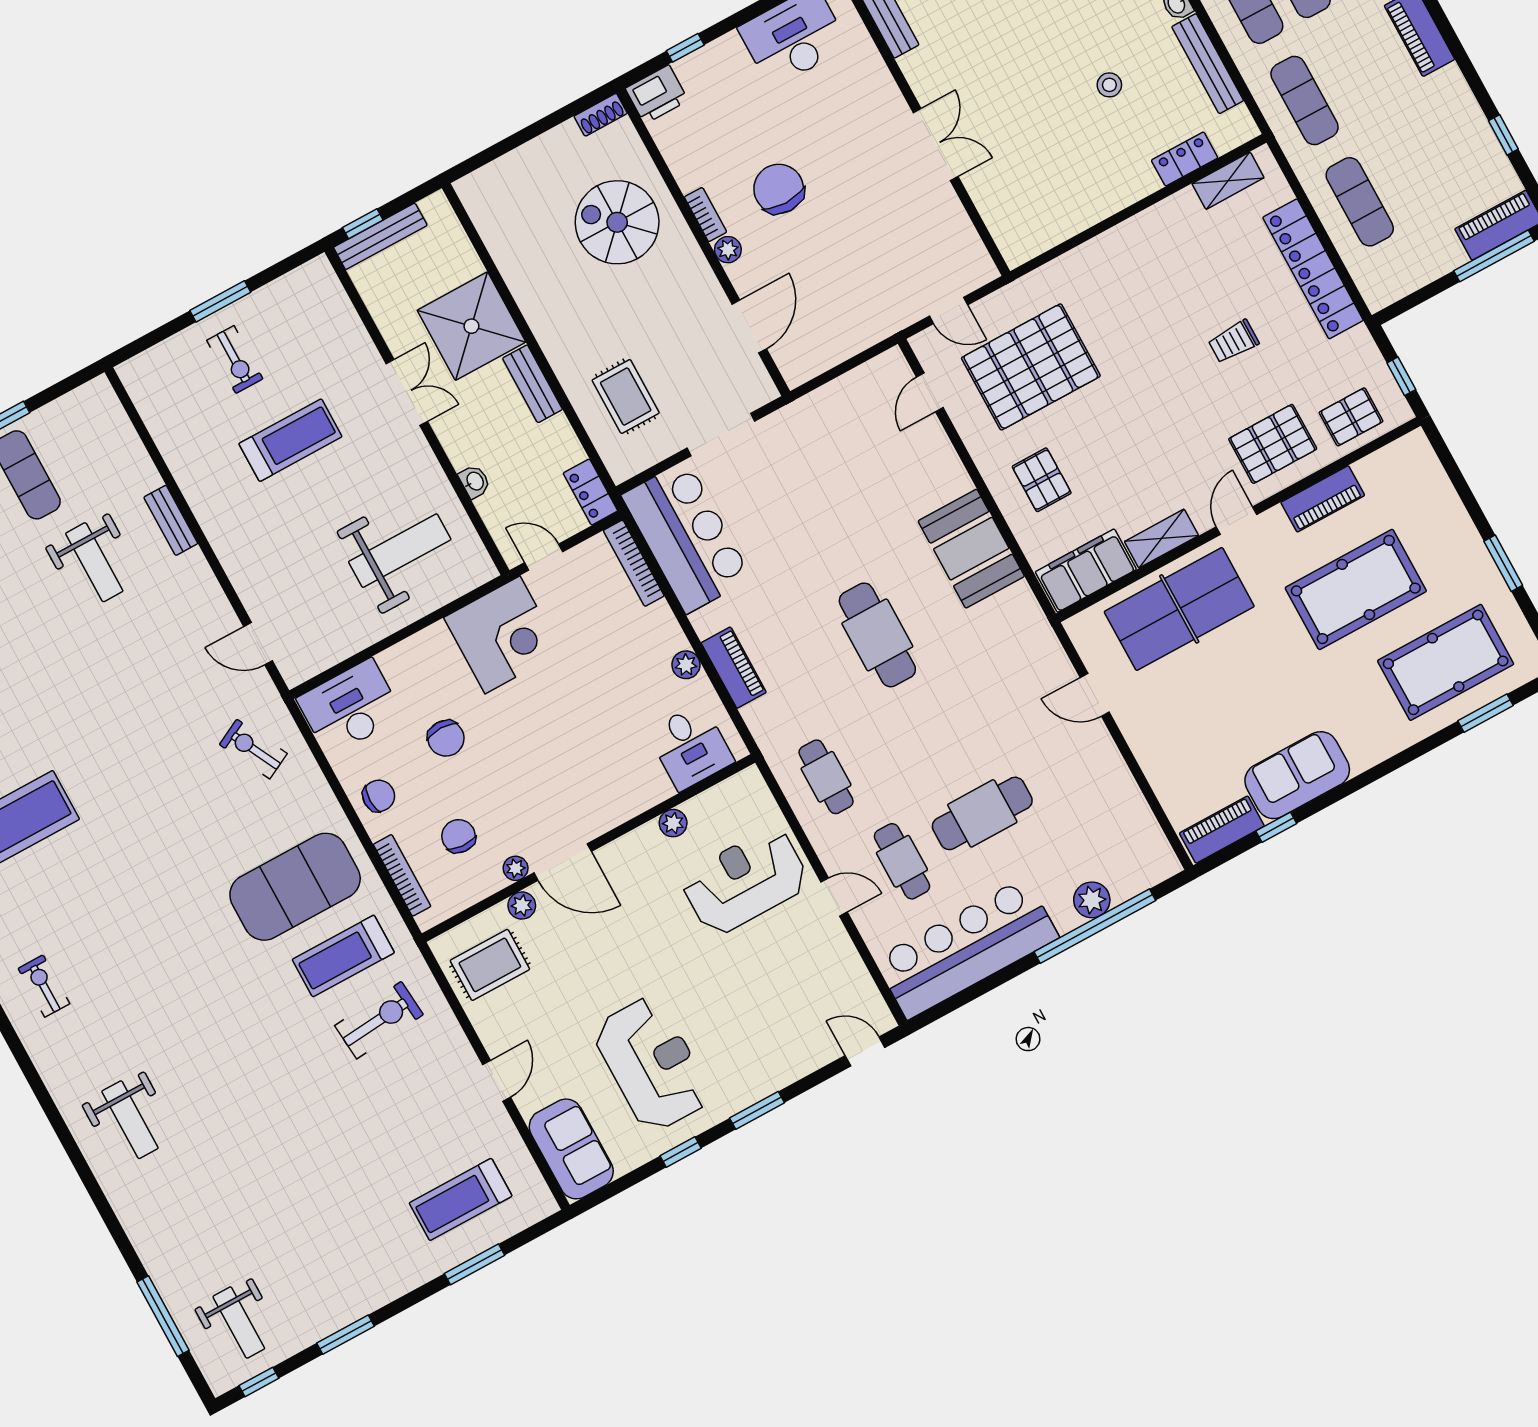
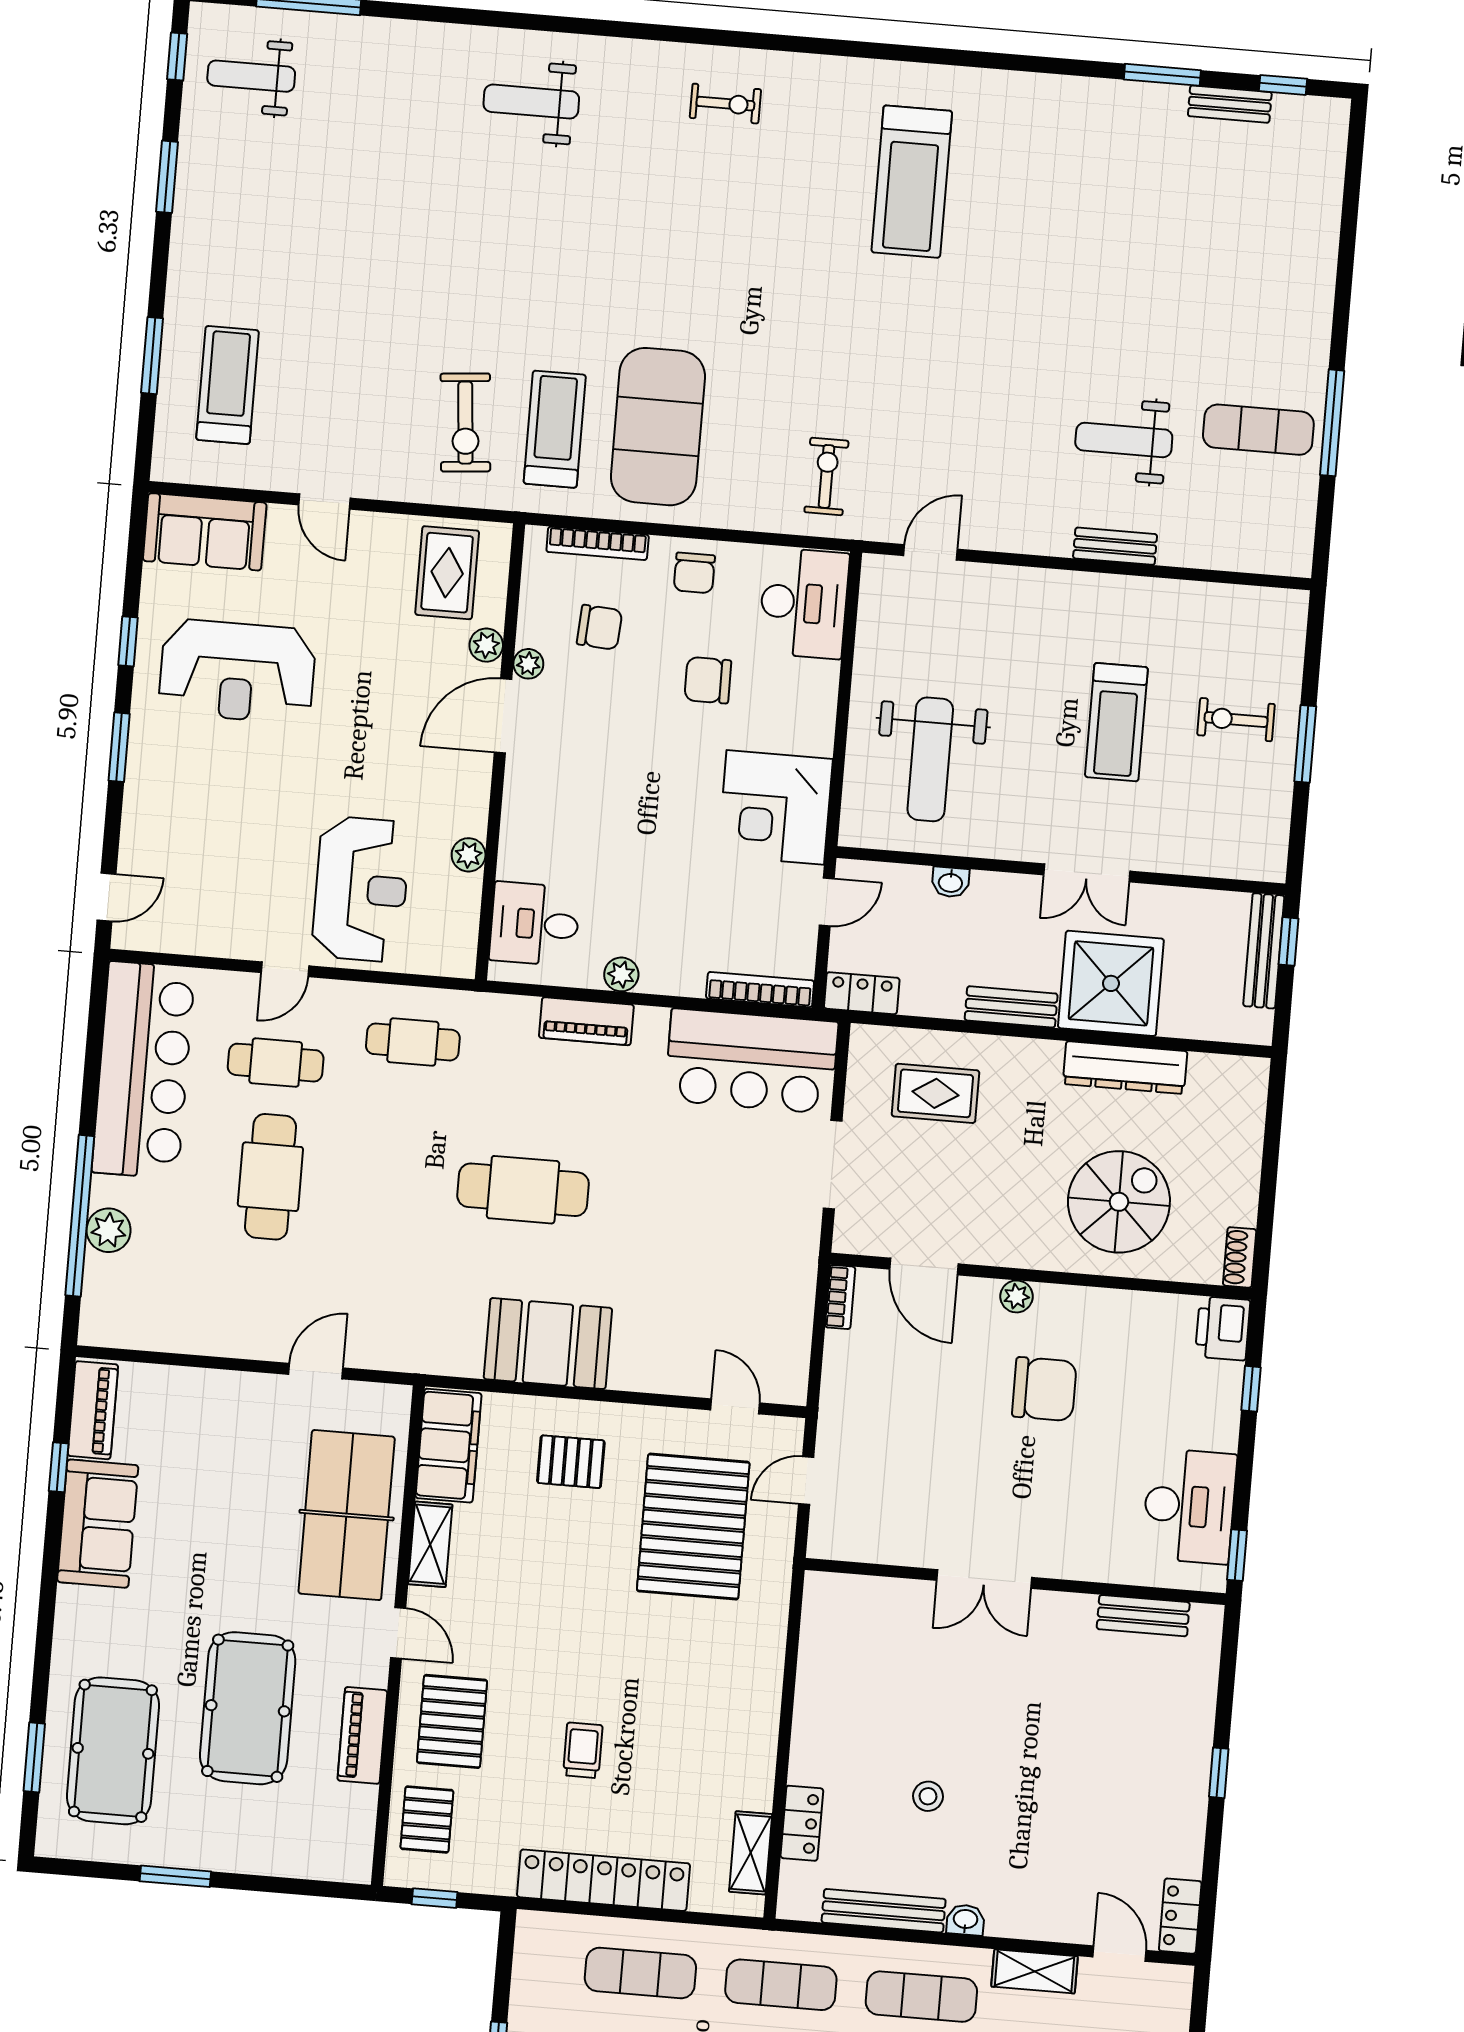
bookcase: (705, 215) -> (840, 1297), moved, turned -90
dresser: (523, 279) -> (1125, 1068), added
exercise bike: (253, 749) -> (826, 476), turned -63

